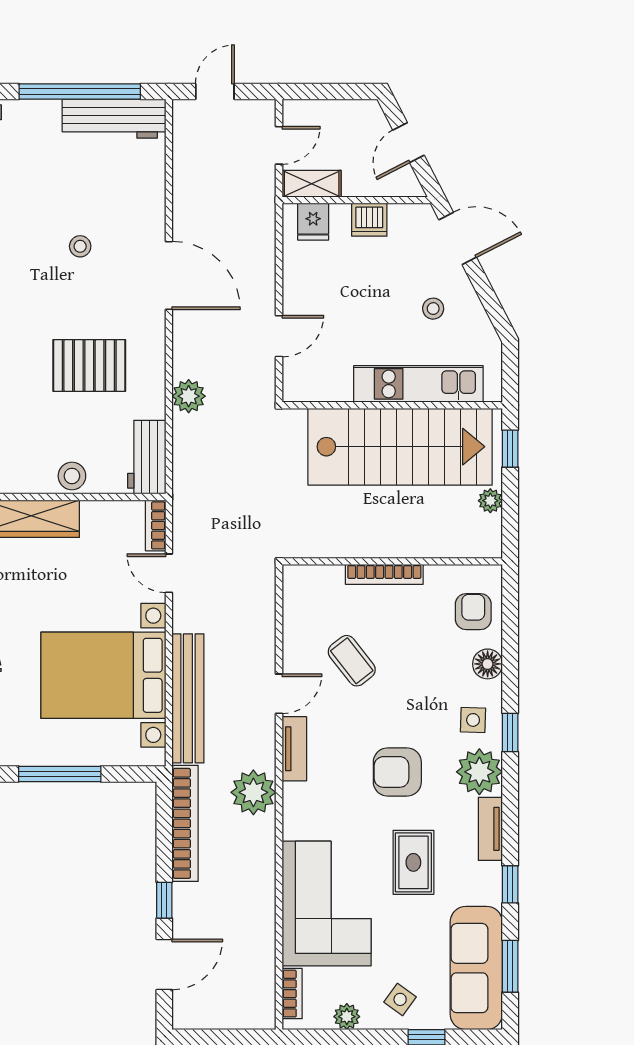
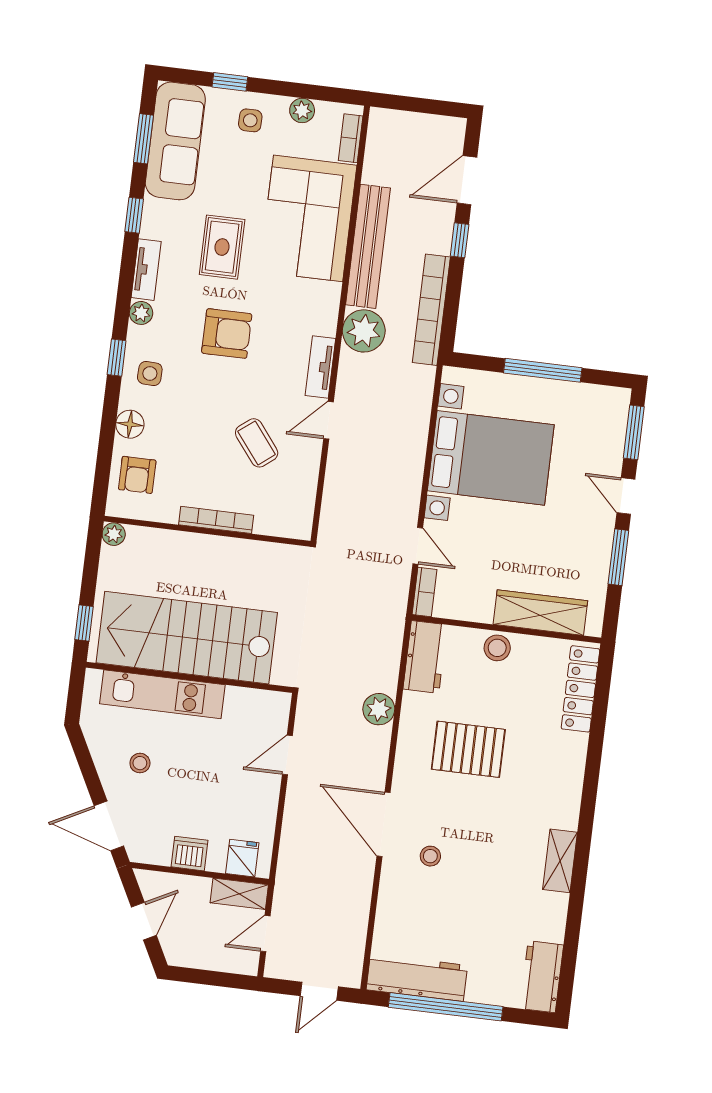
stool: (80, 246) -> (430, 856), moved
plant: (490, 501) -> (114, 534), moved
bench: (188, 698) -> (368, 246), moved
plant: (479, 772) -> (141, 313), width x0.53, depth x0.53
side table: (400, 999) -> (250, 120), turned -36

